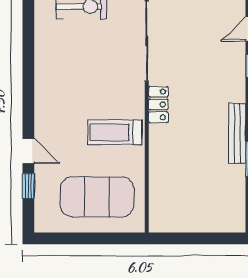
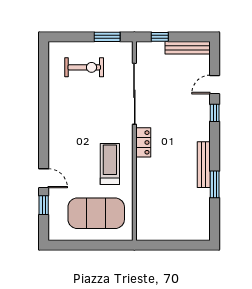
treadmill: (115, 132) -> (110, 164), turned 90

